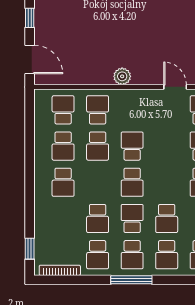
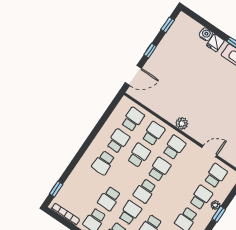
door: (30, 59) -> (133, 75), hinge flipped
door: (175, 87) -> (209, 151), hinge flipped
school desk: (132, 110) -> (174, 148), added
school desk: (63, 146) -> (118, 141), turned 180
school desk: (98, 146) -> (139, 155), turned 180

